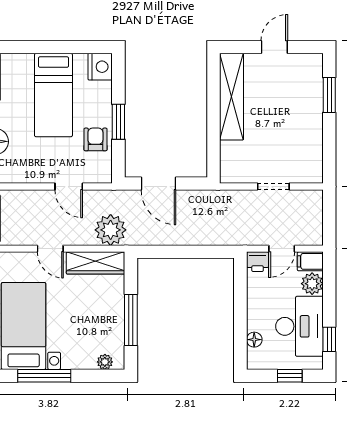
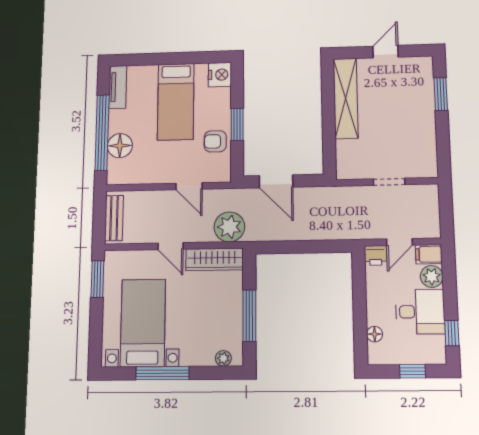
armchair: (95, 139) -> (215, 141), turned -90
desk: (299, 326) -> (420, 312), width x0.73

